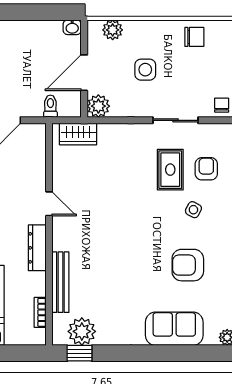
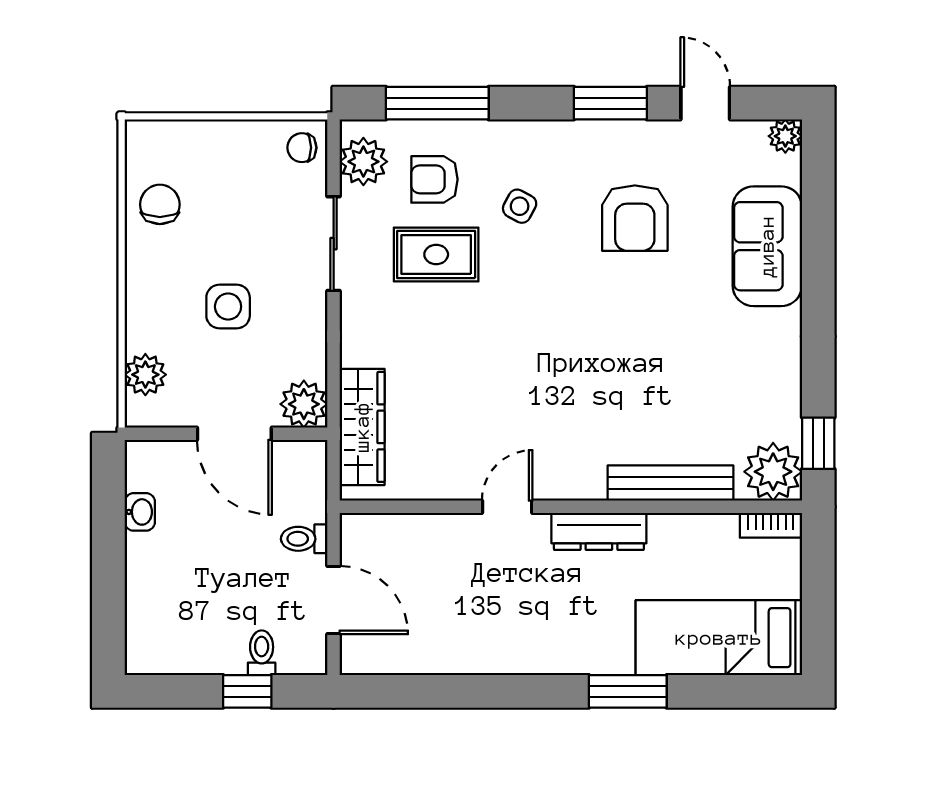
washbasin: (72, 27) -> (140, 512), moved
toilet: (50, 106) -> (304, 539), moved
wardrobe: (78, 134) -> (362, 427), width x1.50
plant: (215, 135) -> (363, 162), added
bookcase: (40, 312) -> (771, 525), moved
plant: (82, 331) -> (773, 472), moved

